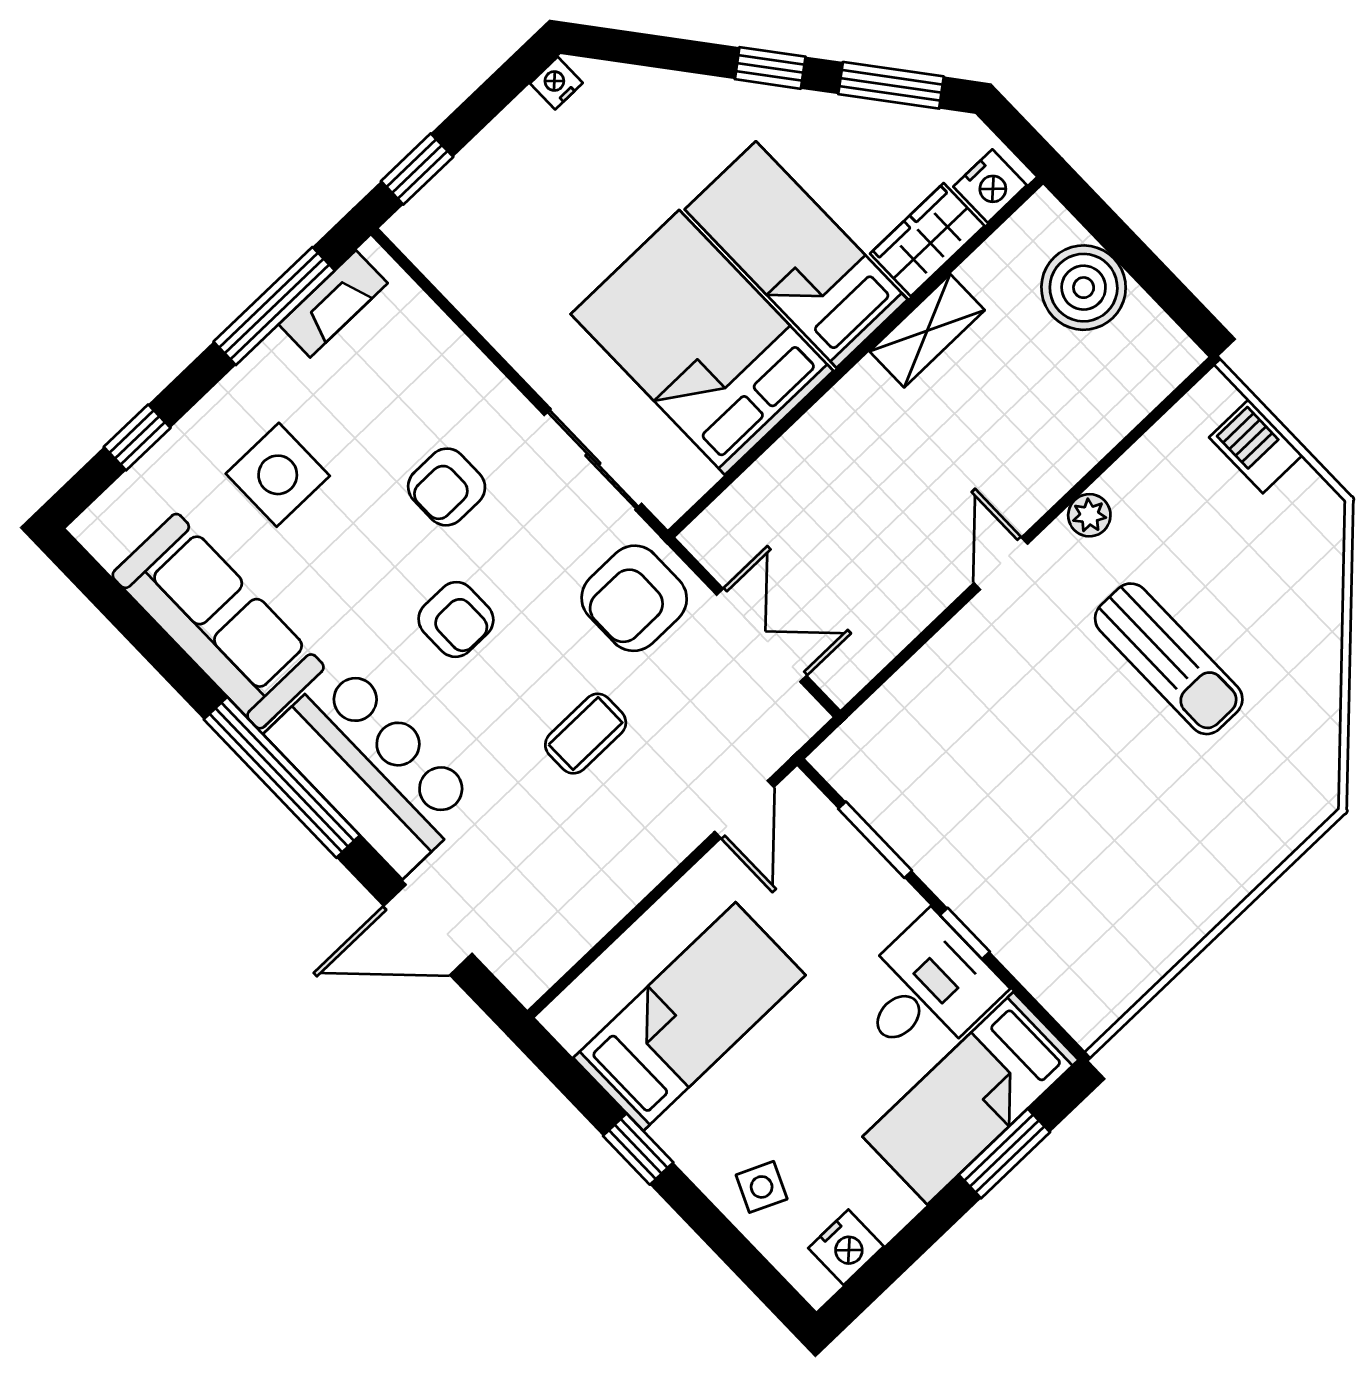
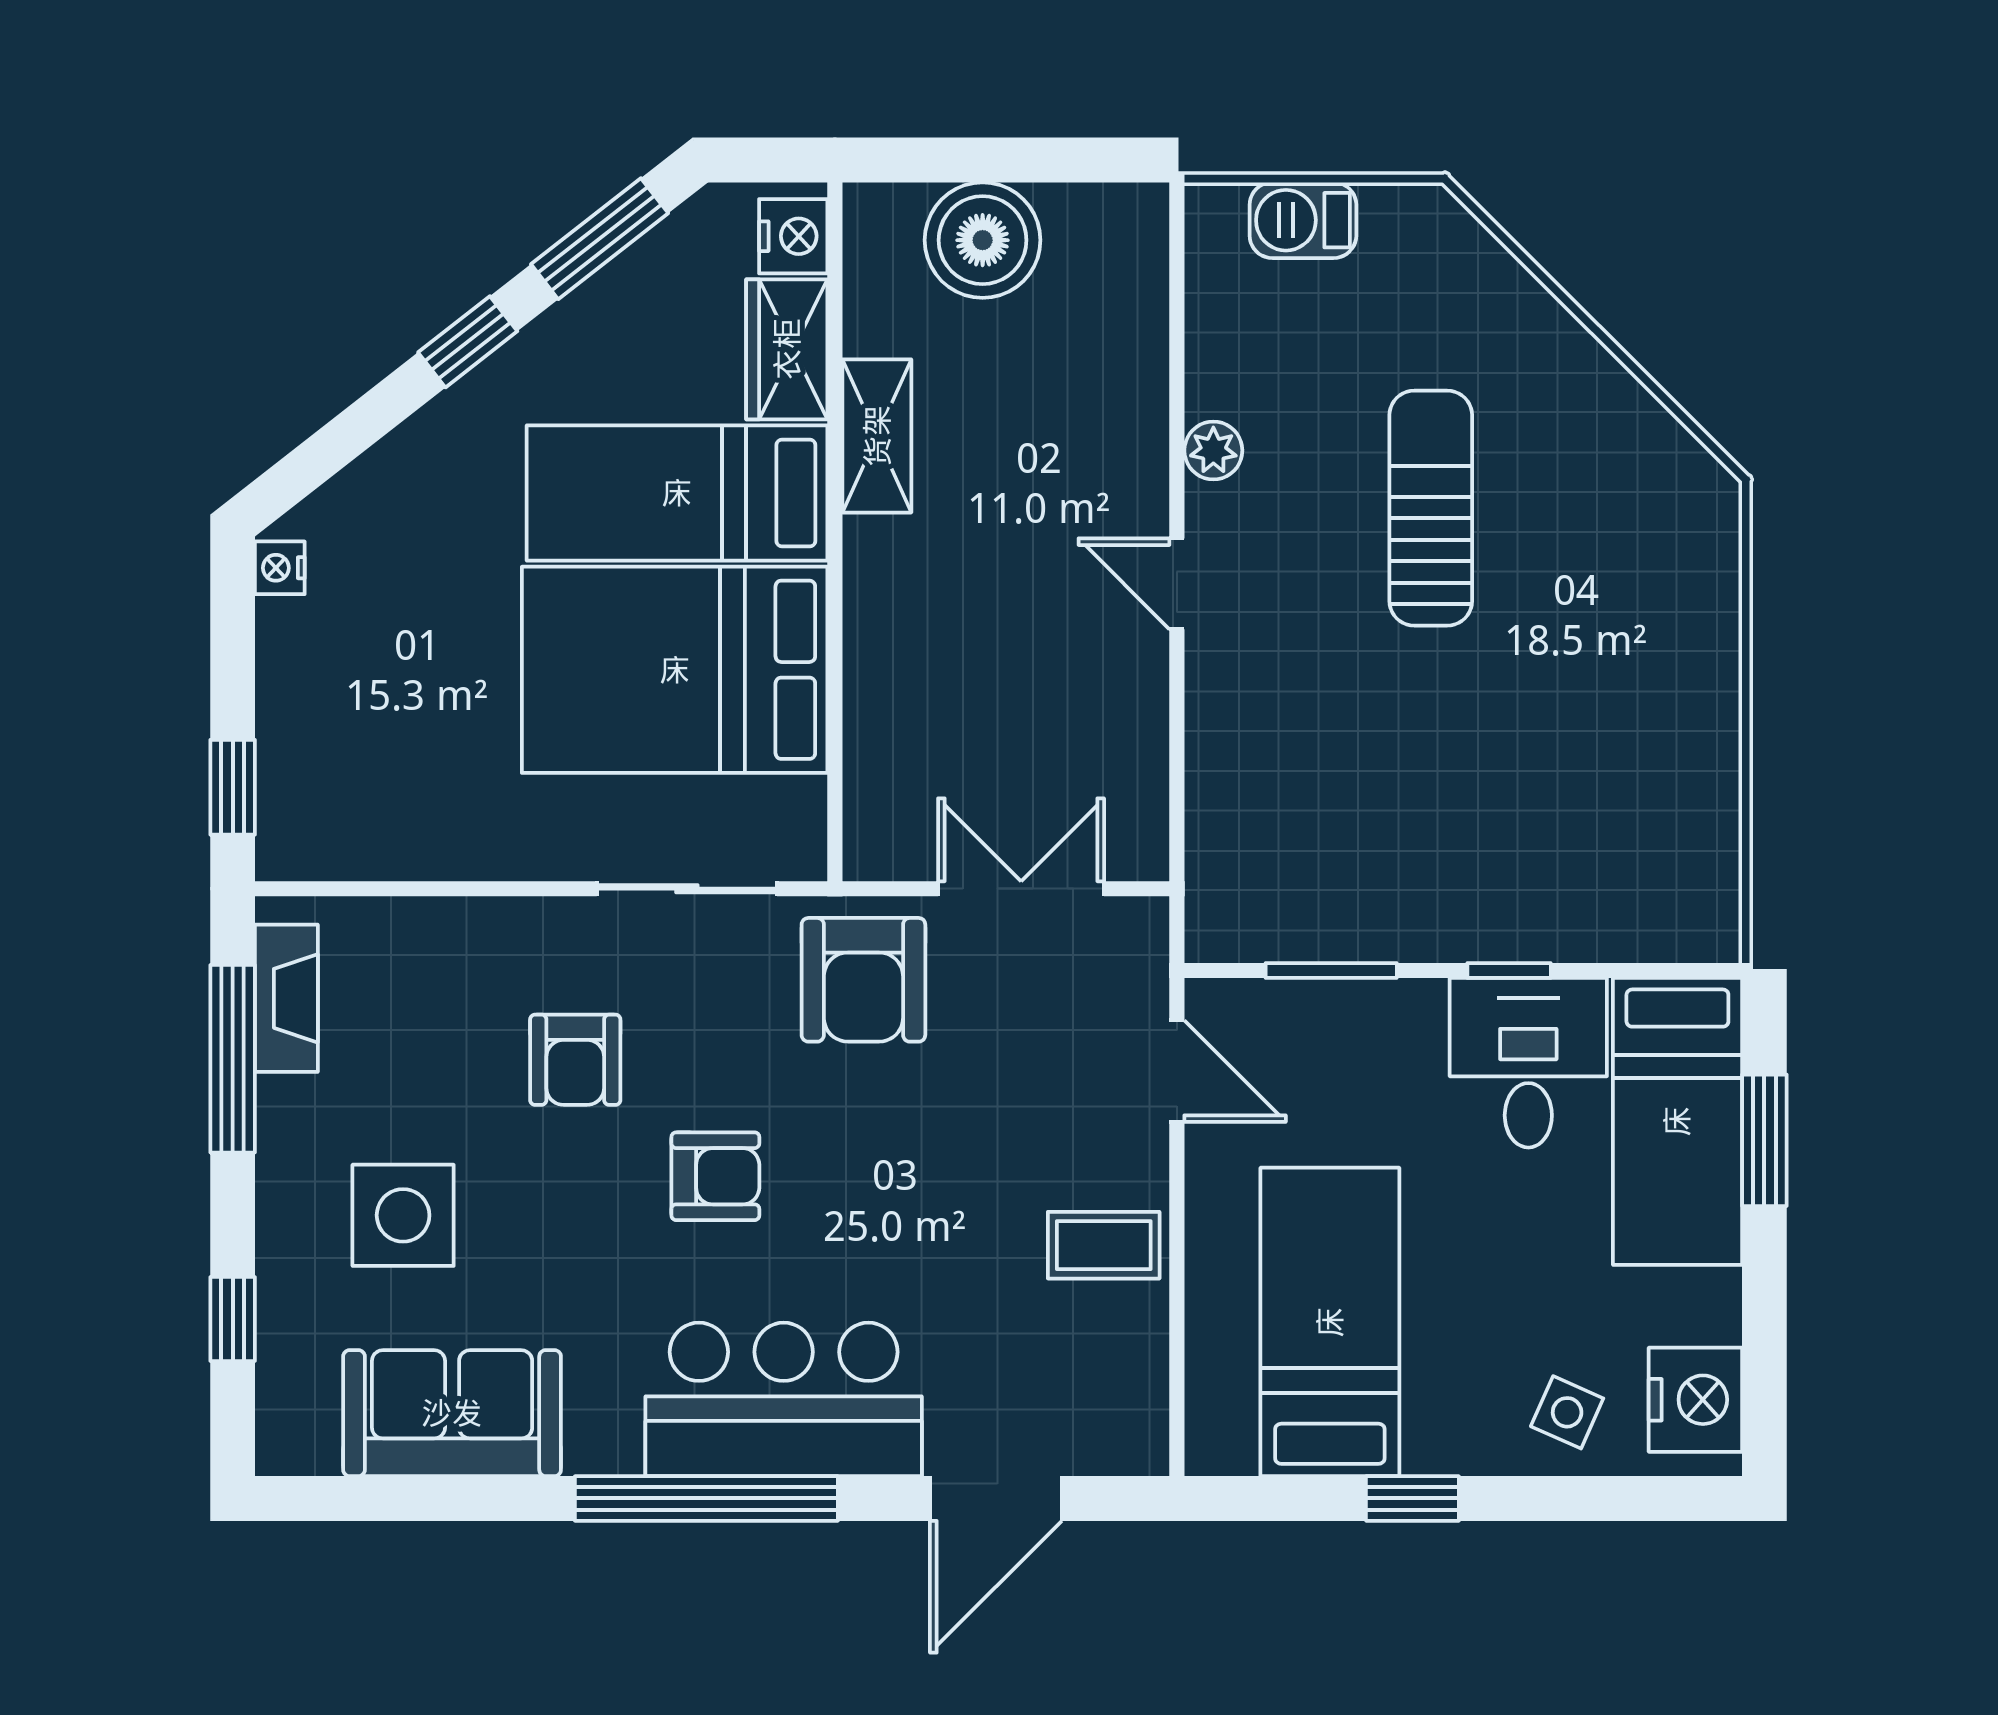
sofa: (218, 621) -> (452, 1413), width x0.73
sun lounger: (1169, 659) -> (1431, 508), turned -90
coffee table: (586, 734) -> (1104, 1245), moved, turned 90
nightstand: (846, 1247) -> (1695, 1400), width x1.36, depth x1.33

